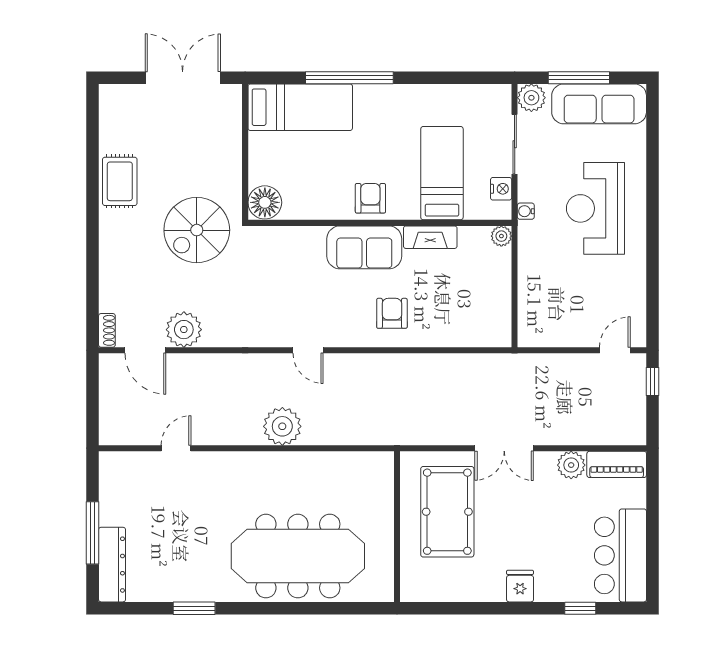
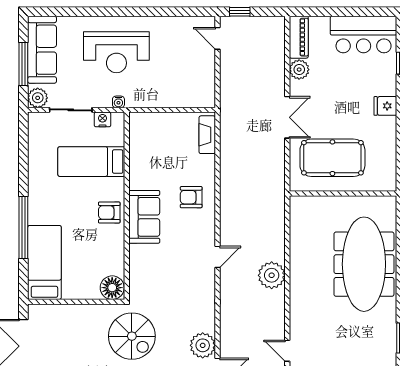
plant: (501, 236) -> (136, 119), removed
fireplace: (430, 237) -> (207, 135), moved, turned 180

